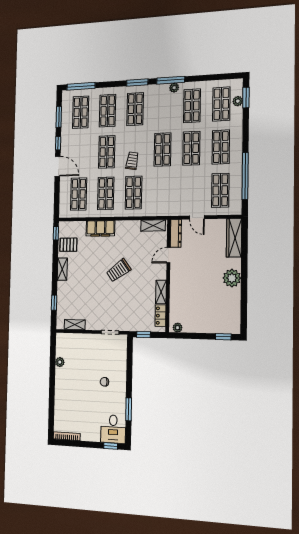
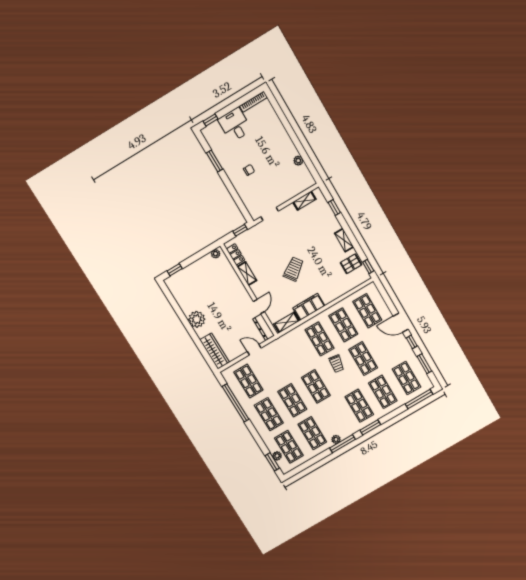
filing cabinet: (100, 228) -> (309, 307), moved
desk: (113, 429) -> (235, 125), moved

